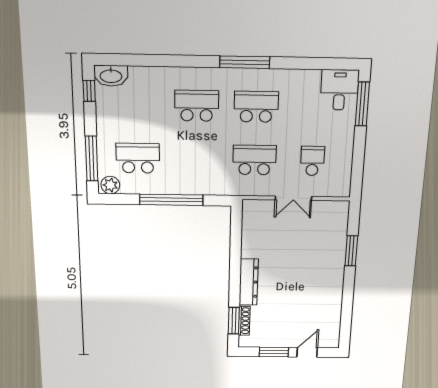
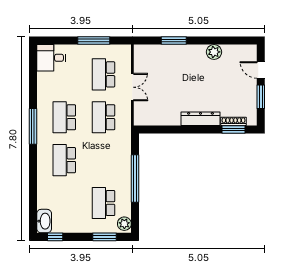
window: (362, 104) -> (94, 41), moved
window: (92, 159) -> (104, 237), width x0.69
school desk: (312, 161) -> (104, 74), width x1.85
plant: (333, 299) -> (214, 52), added

